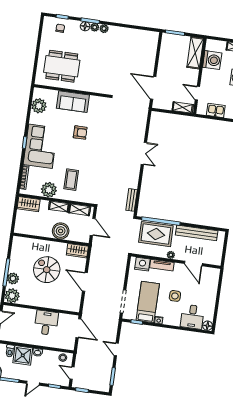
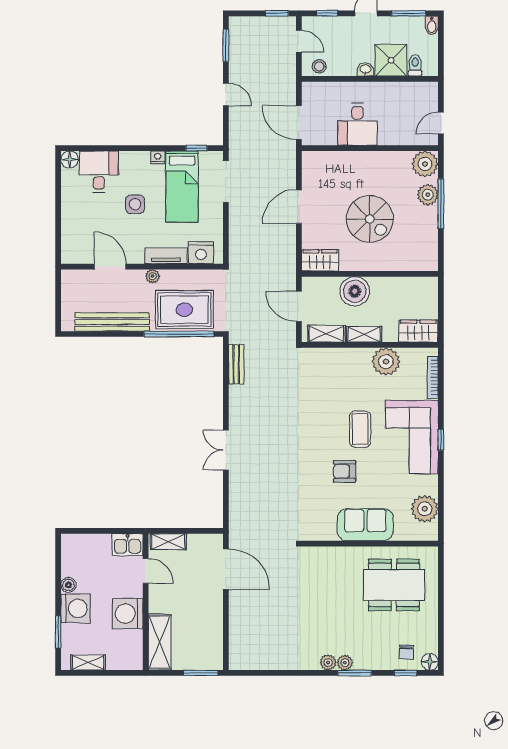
floor lamp: (85, 26) -> (430, 662), moved
washing machine: (212, 60) -> (128, 614), moved
kitchen sink: (216, 110) -> (128, 545), moved
coffee table: (71, 180) -> (360, 429), moved
door: (85, 282) -> (299, 207), swing flipped

